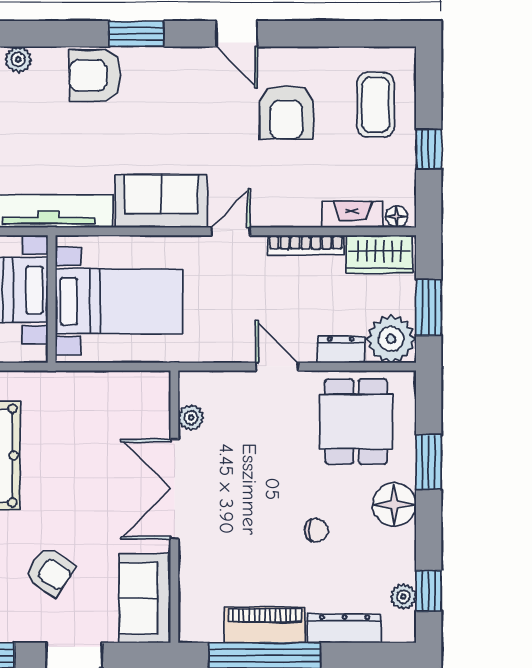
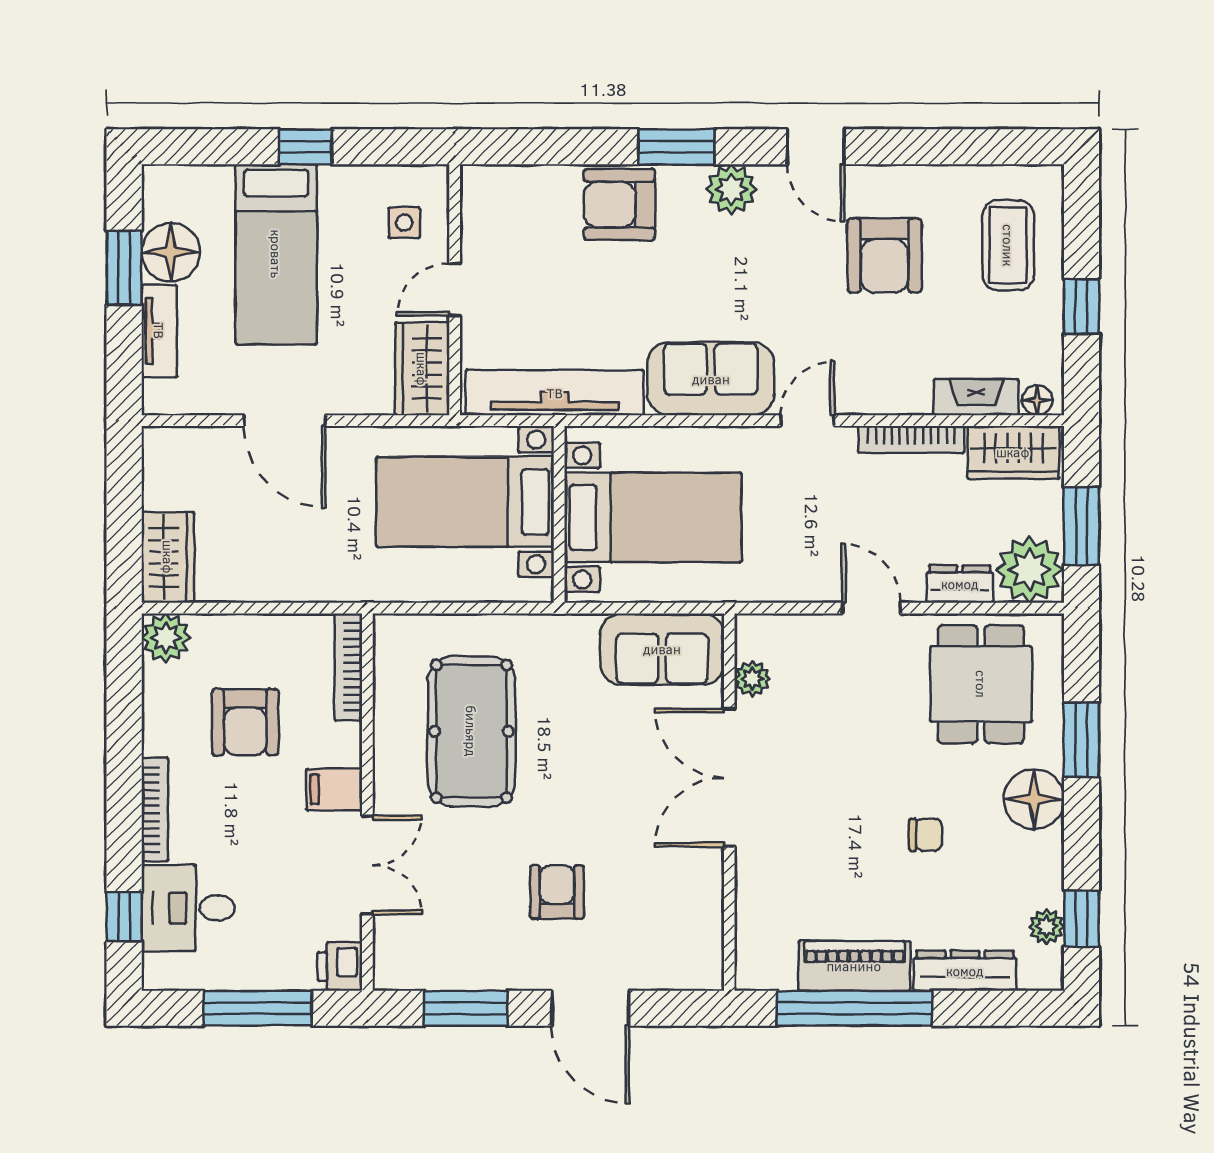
plant: (18, 59) -> (731, 189), moved, width x1.38, depth x1.38
armchair: (50, 572) -> (557, 892), turned -123
sofa: (145, 598) -> (662, 649), moved, turned -90

